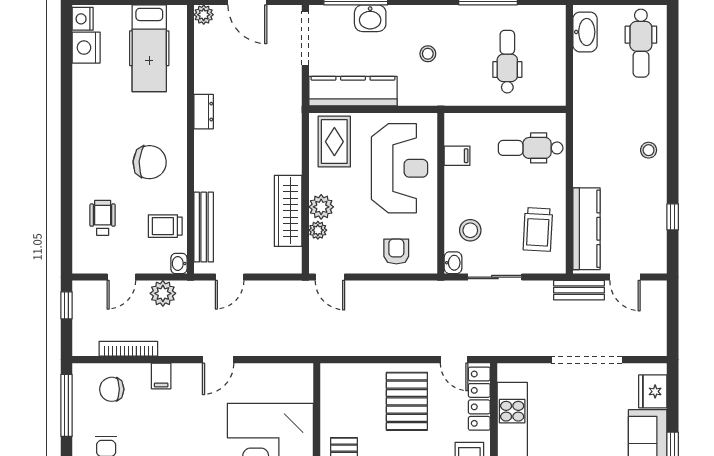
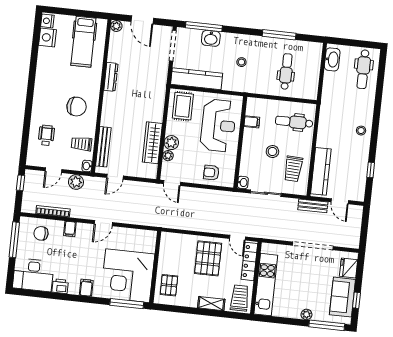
dresser: (204, 112) -> (111, 77), width x1.44
stool: (470, 230) -> (272, 152), moved
armchair: (396, 252) -> (211, 173), turned -90

